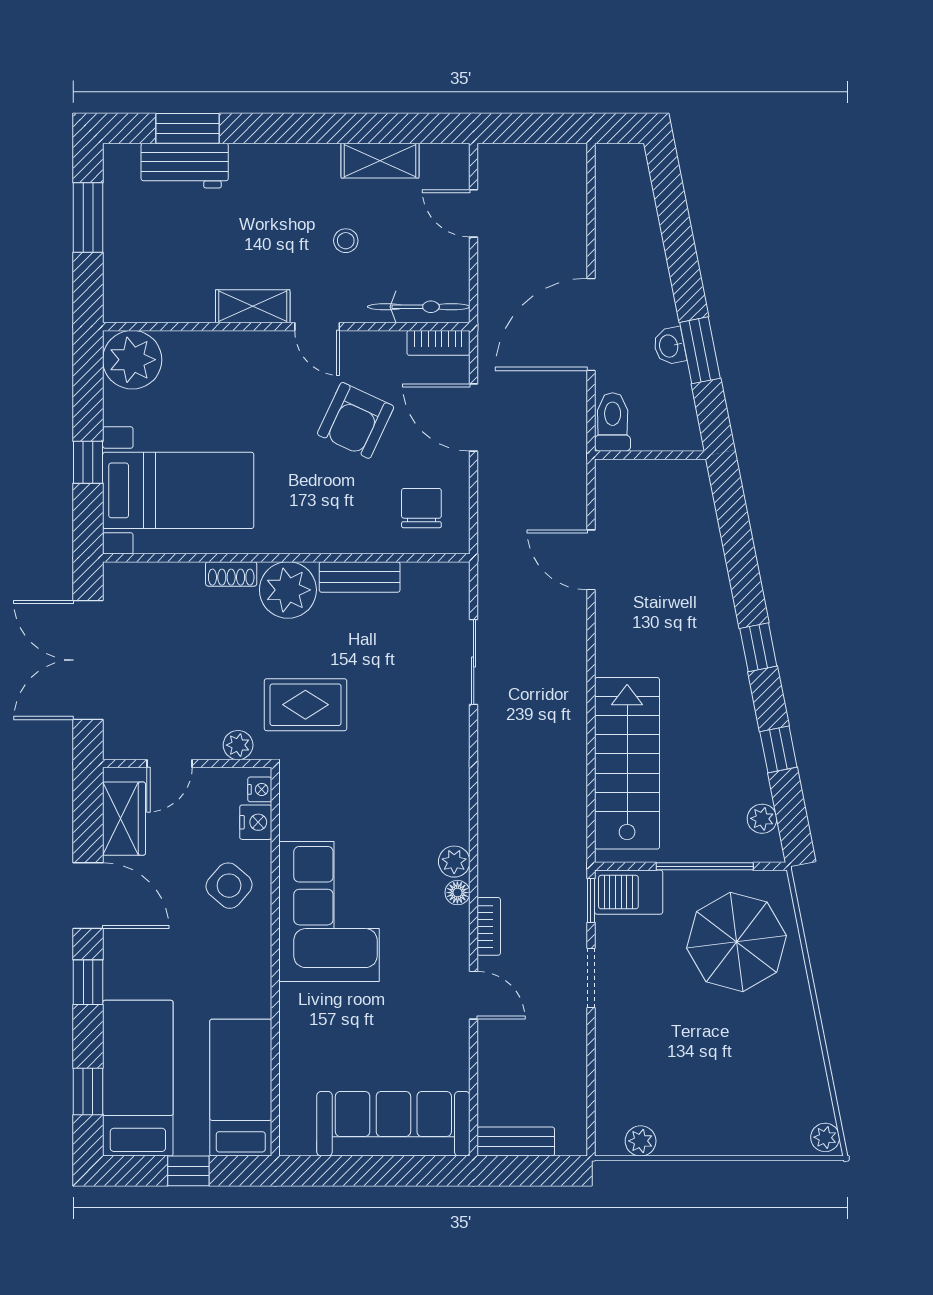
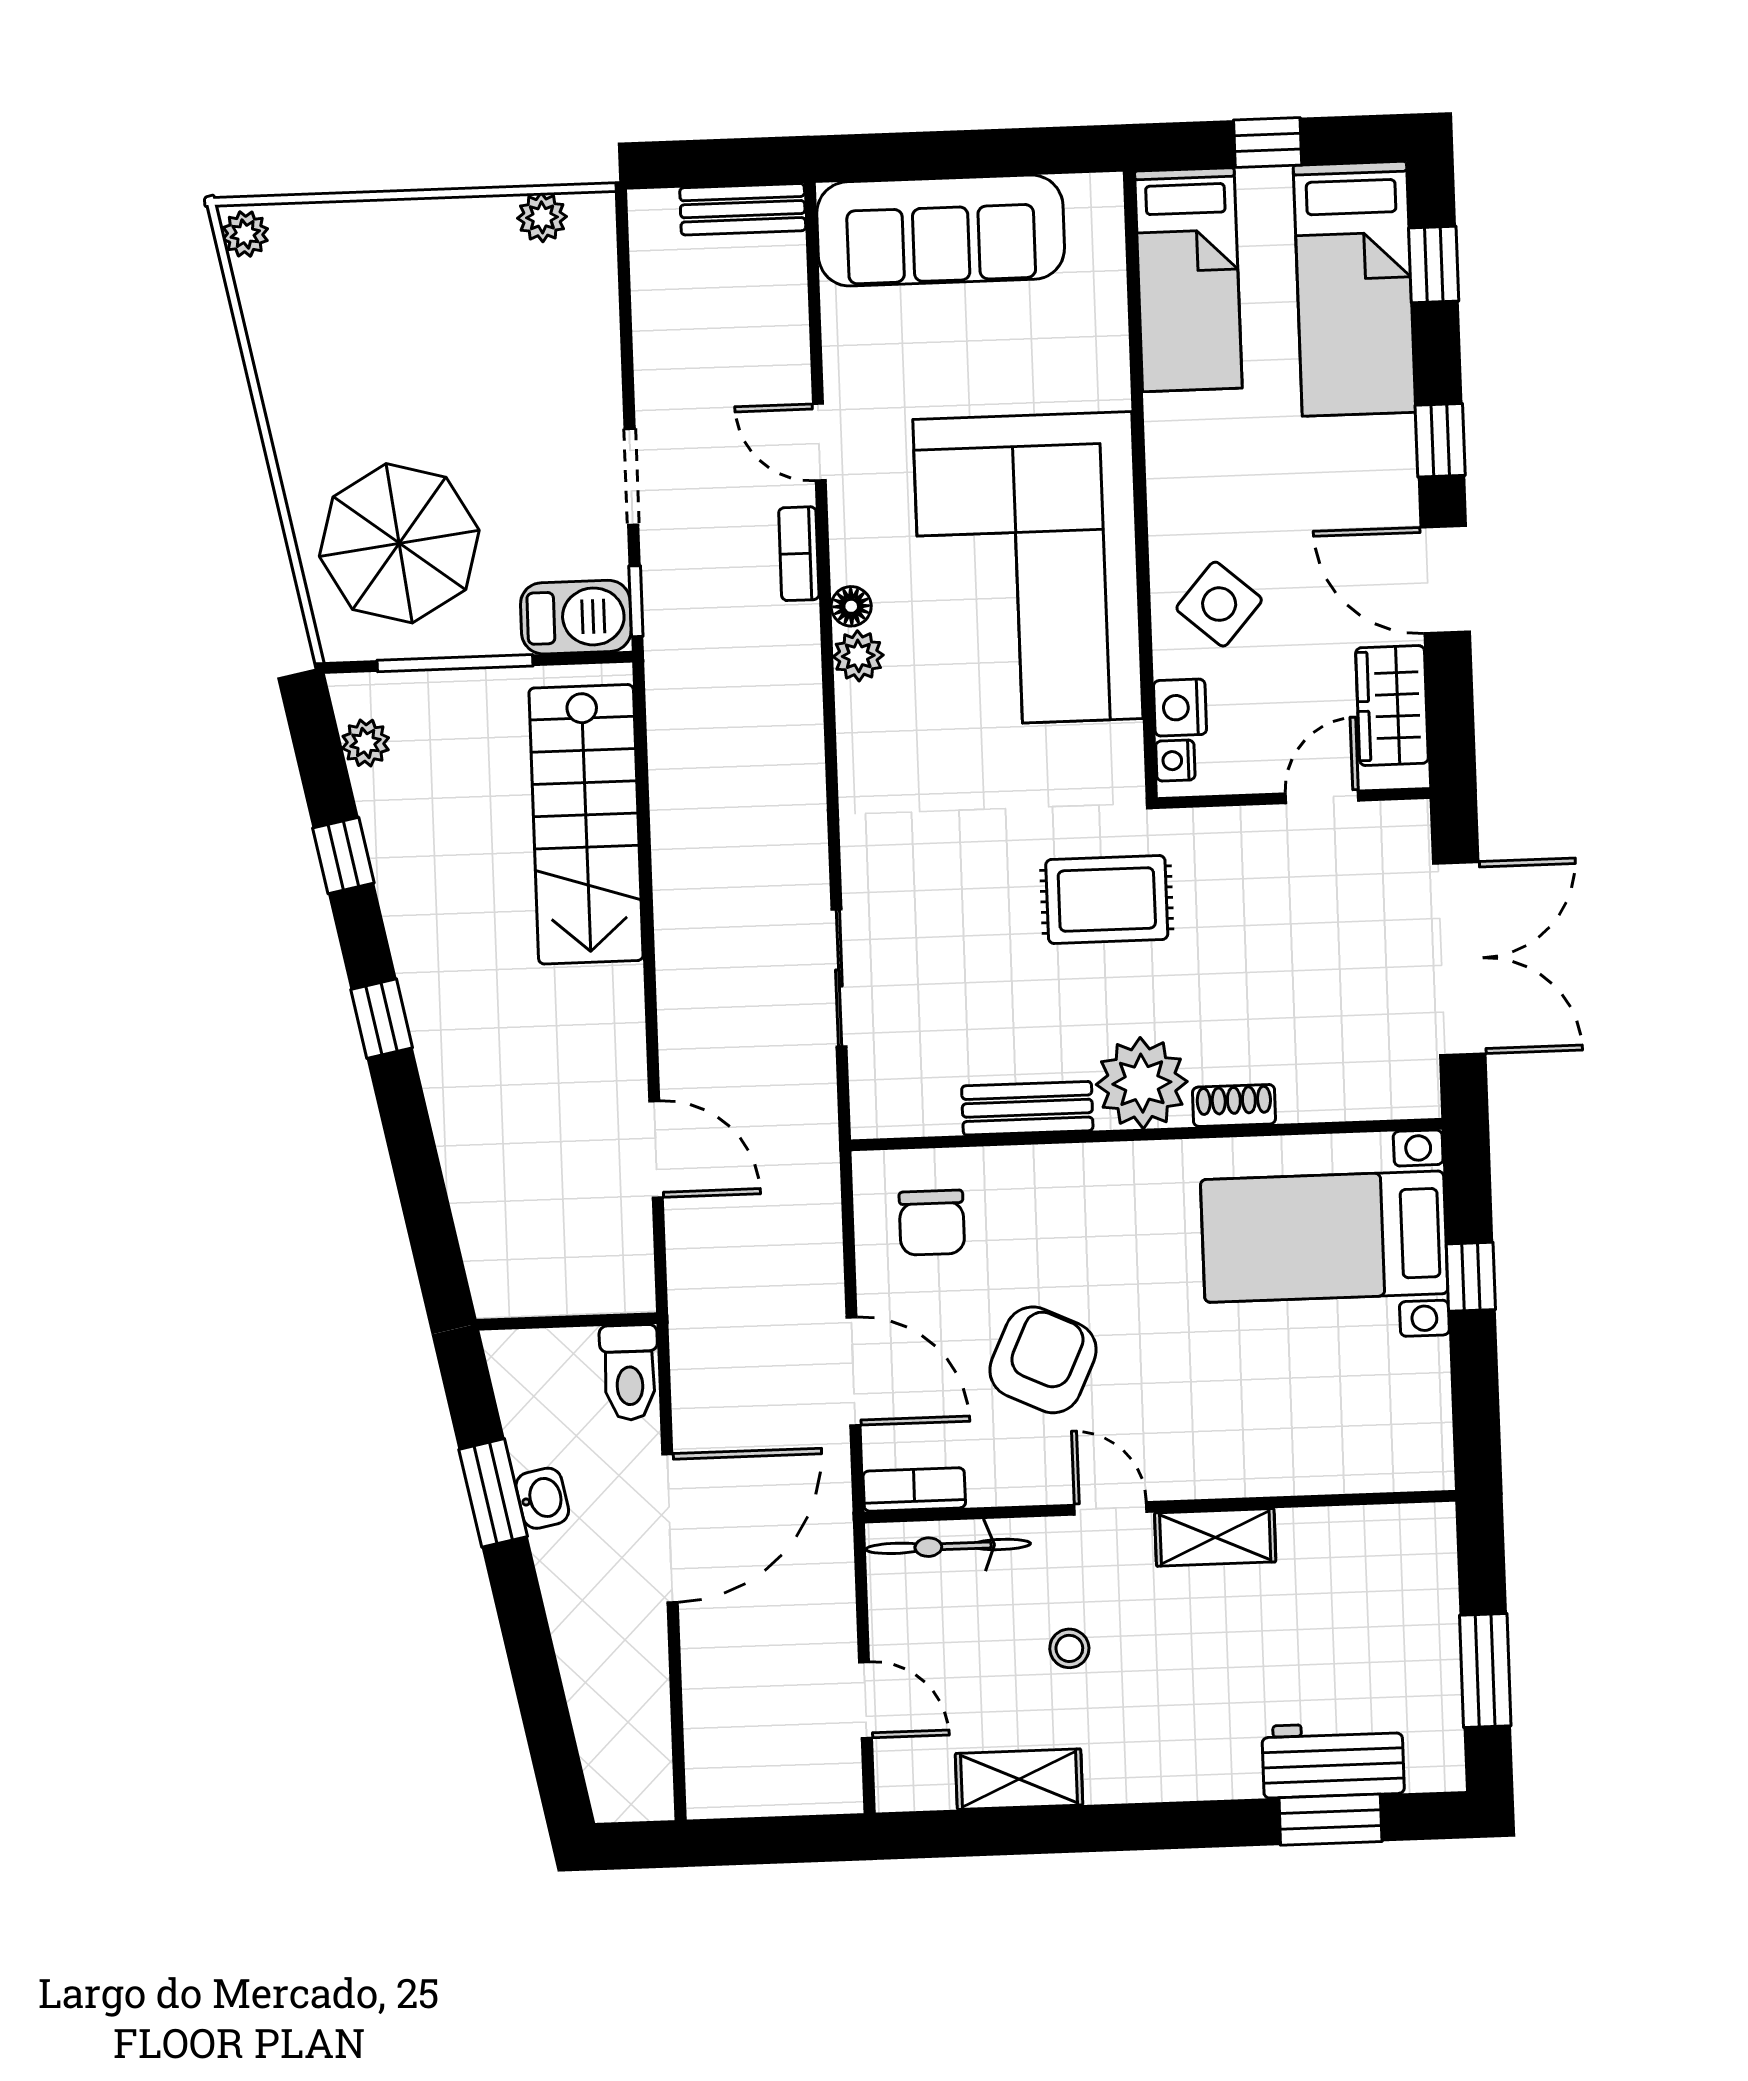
plant: (132, 360) -> (1406, 1444), removed
plant: (238, 745) -> (1213, 831), removed
corner sofa: (329, 912) -> (1028, 569), width x1.36, depth x1.36

